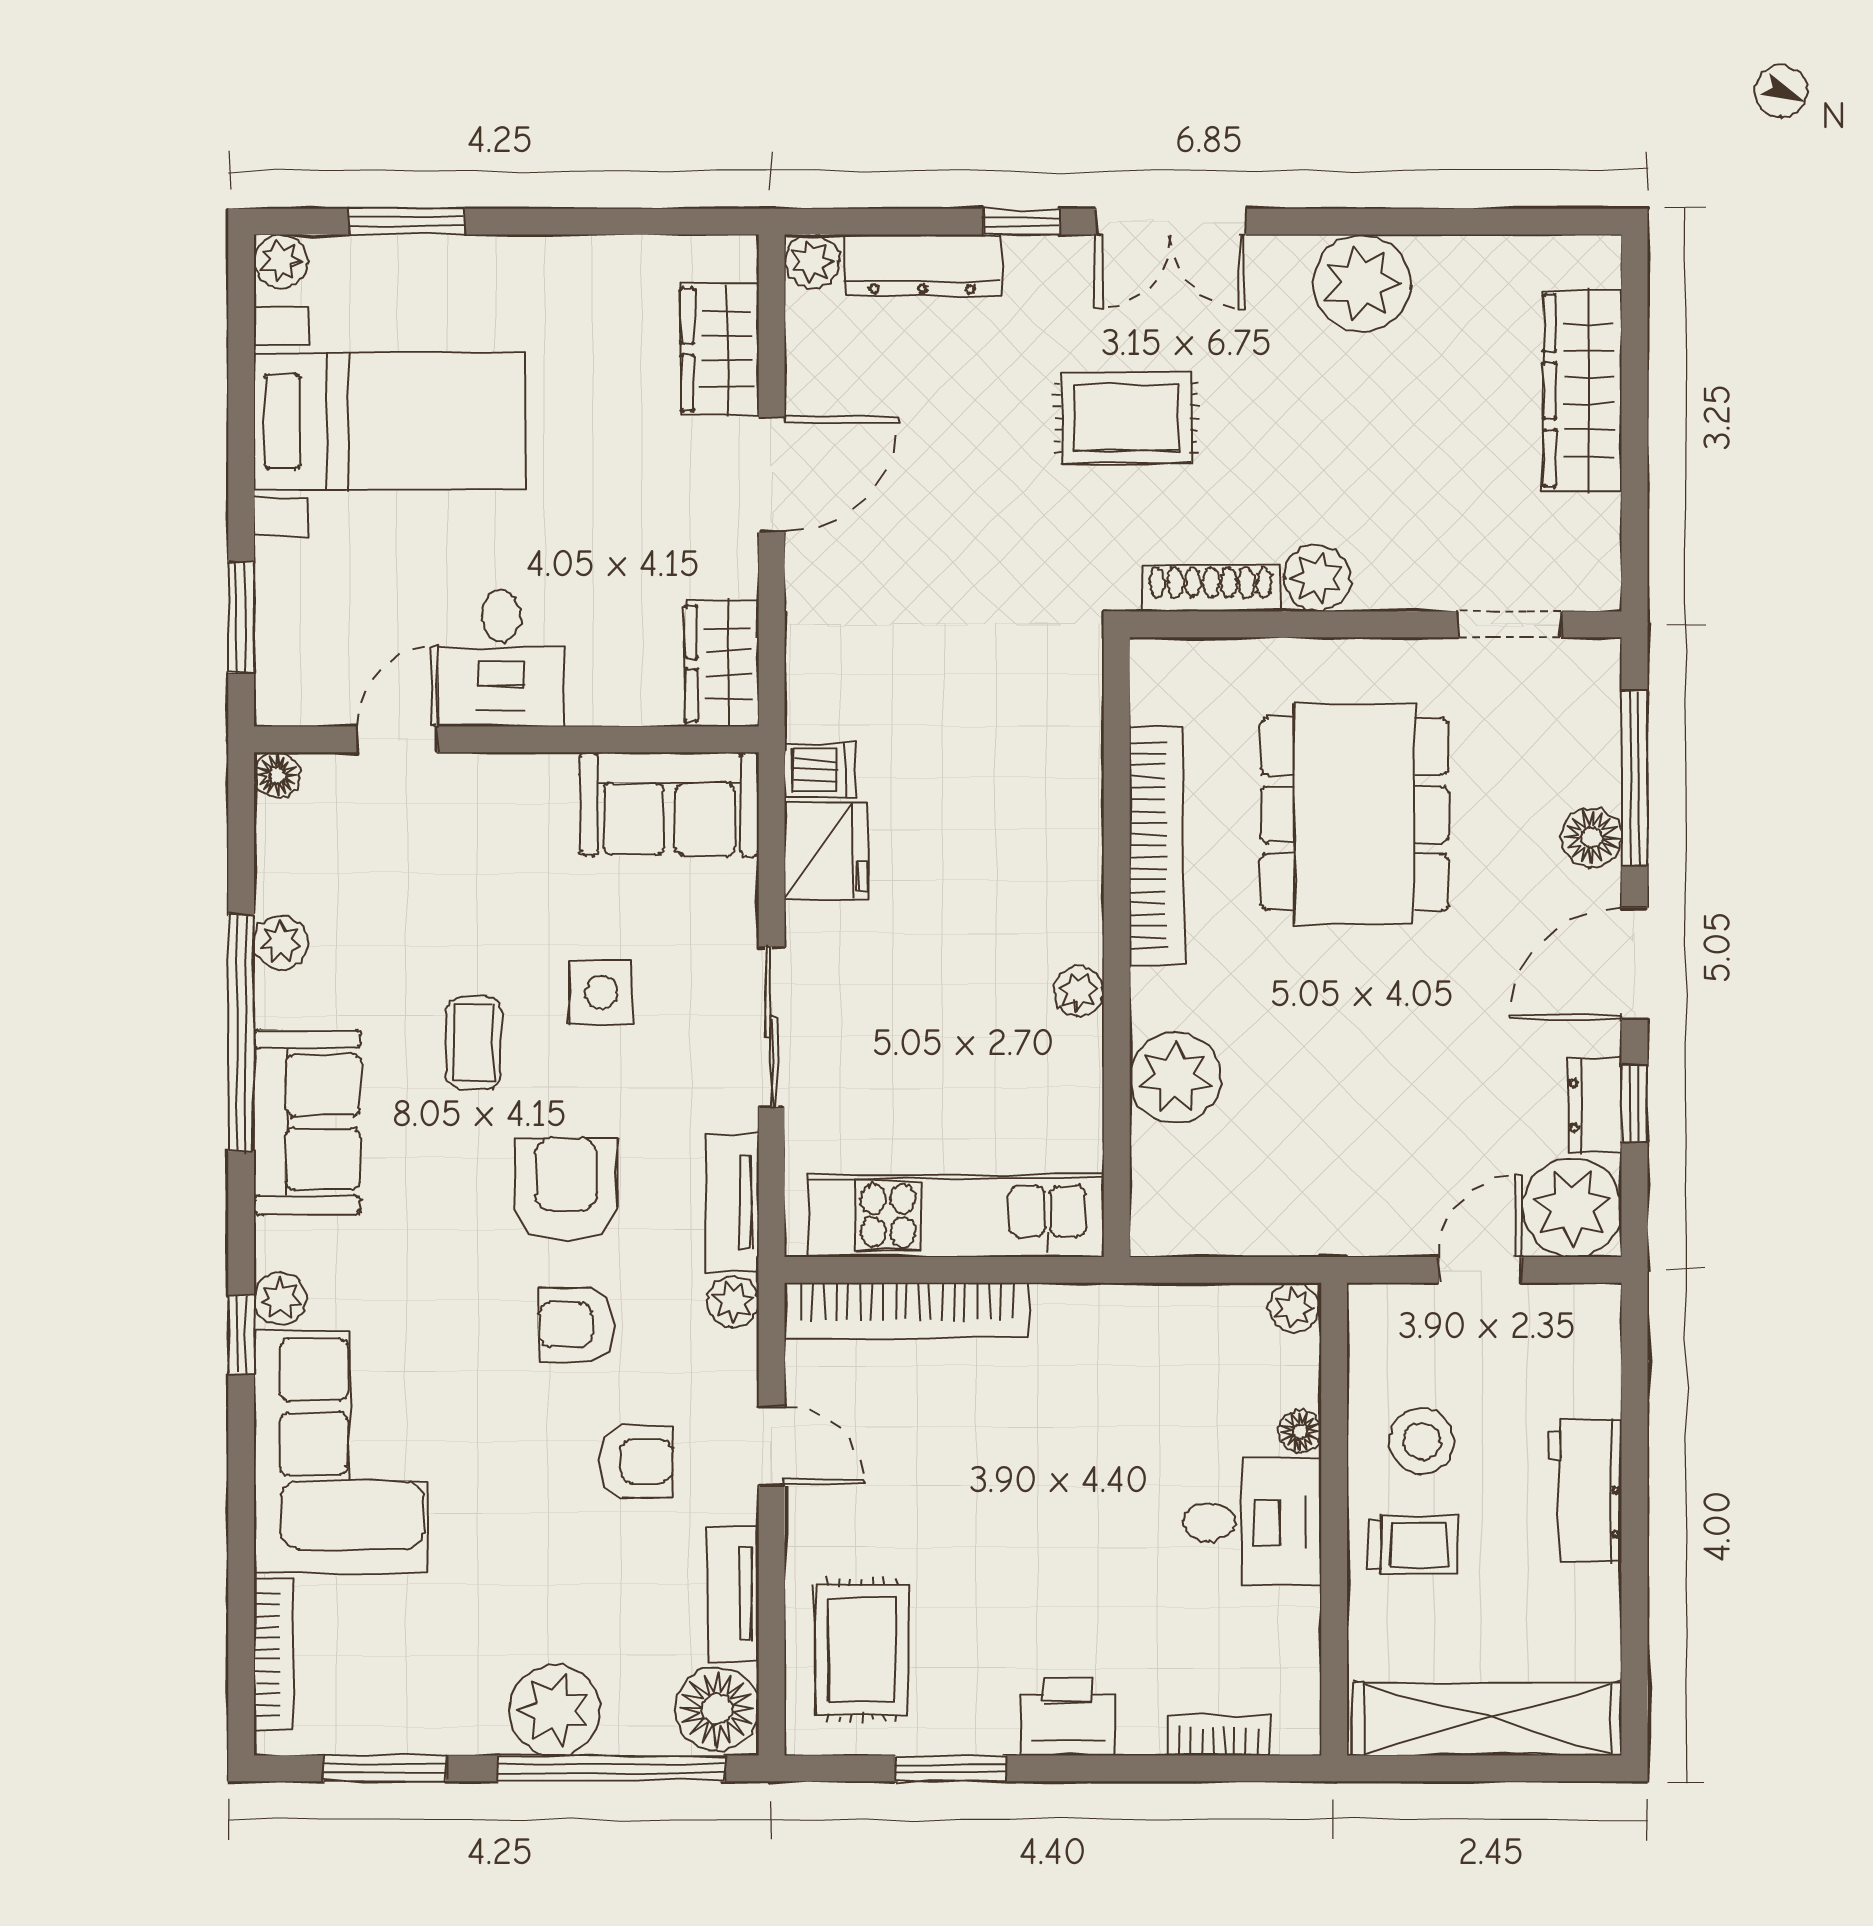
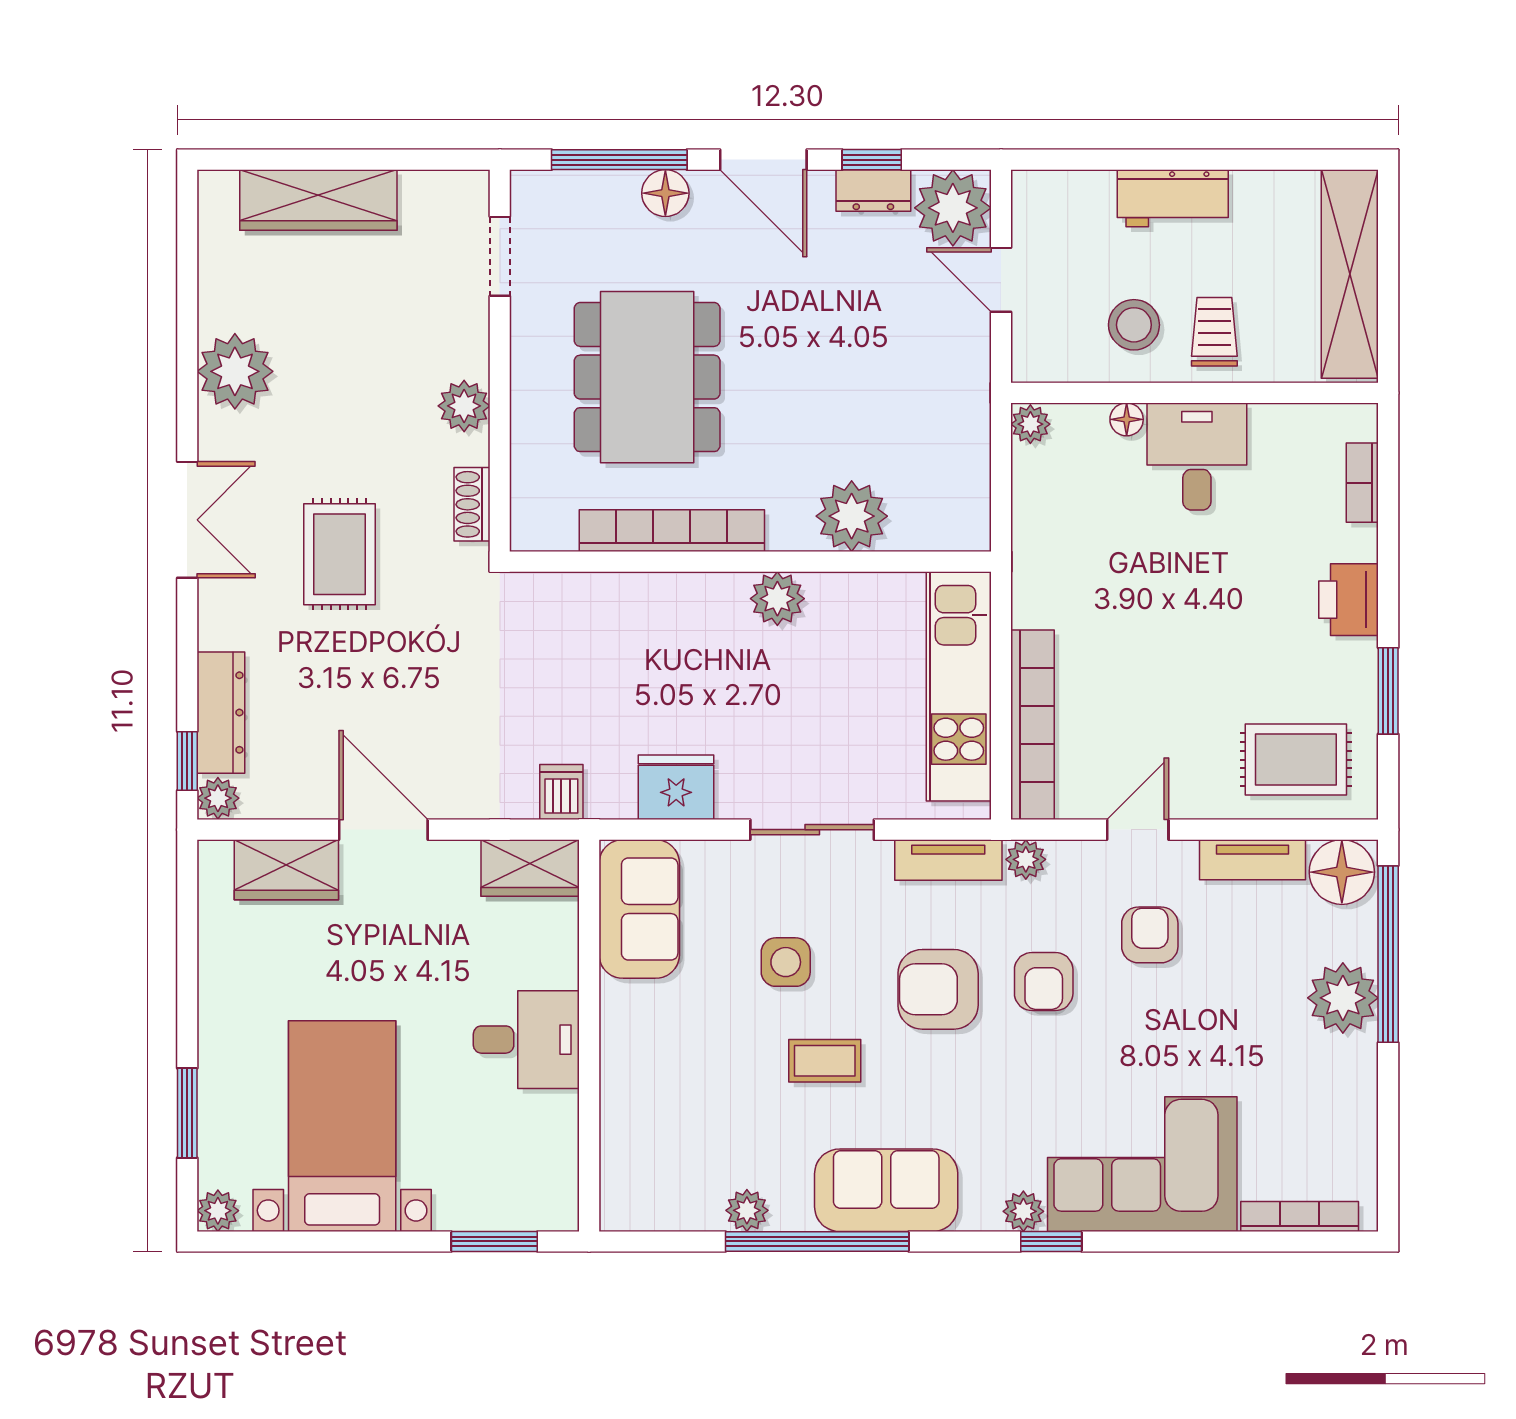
window: (1022, 222) -> (187, 761), moved
shoe rack: (1211, 588) -> (472, 504), width x0.70
door: (397, 739) -> (589, 1121), removed
dishwasher: (820, 770) -> (561, 792), moved
floor lamp: (277, 775) -> (617, 1214), removed
dining table: (1354, 814) -> (647, 377), turned 90
plant: (1079, 991) -> (777, 599), width x1.38, depth x1.38
window: (385, 1768) -> (1388, 1130), removed

